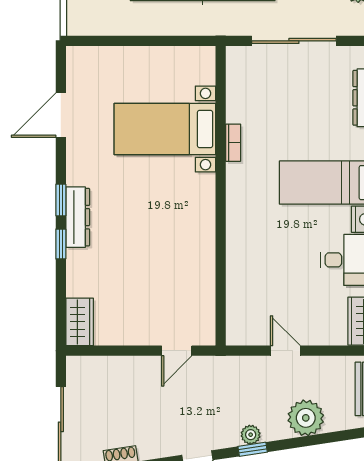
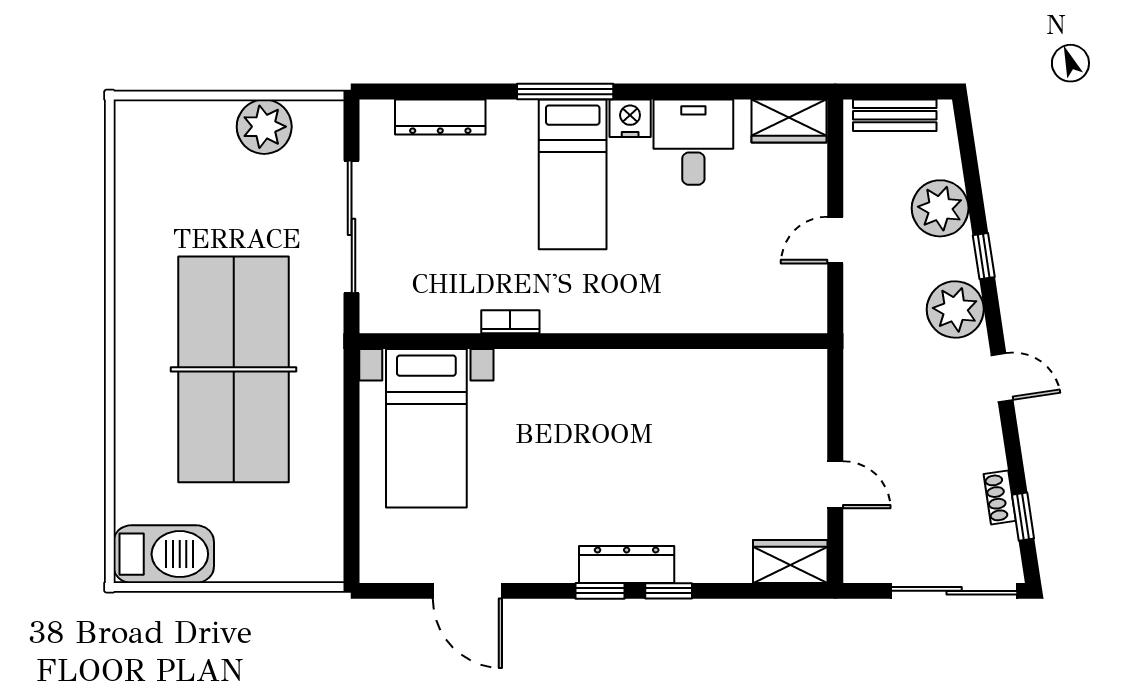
bed with nightstands: (165, 129) -> (426, 428), moved
door: (177, 351) -> (835, 485), moved
plant: (251, 435) -> (955, 309), width x1.87, depth x1.87
window: (253, 449) -> (984, 256), moved

